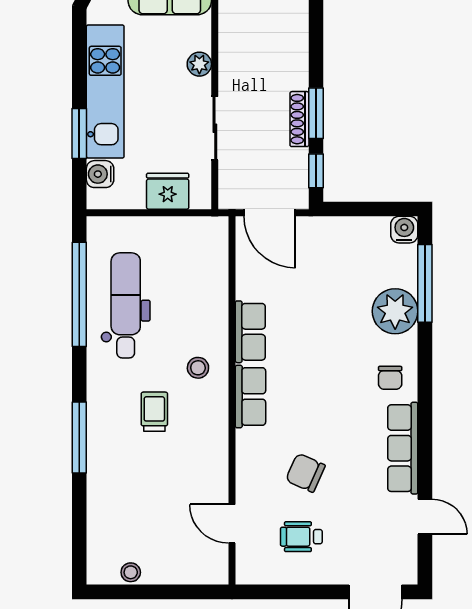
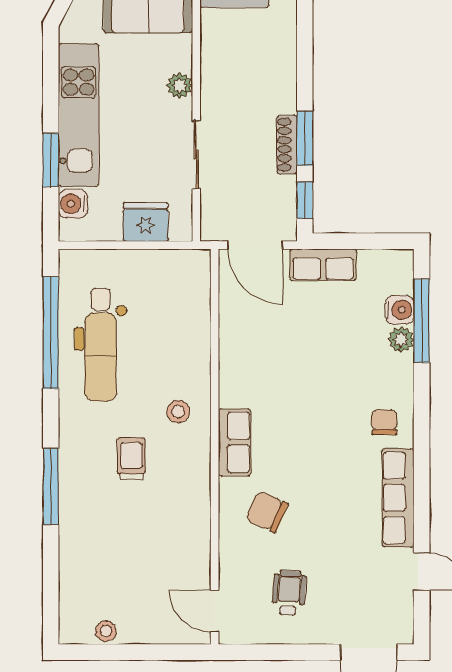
water cooler: (404, 230) -> (400, 310), moved, turned 90
dental chair: (126, 305) -> (101, 345), turned 180
plant: (395, 311) -> (401, 340), width x0.53, depth x0.53
row of seats: (250, 332) -> (323, 265), moved, turned 90
chair: (390, 378) -> (384, 422), turned 180
chair: (305, 473) -> (267, 512), moved
door: (232, 524) -> (215, 611), moved
wheelchair: (301, 537) -> (289, 593), turned 94

